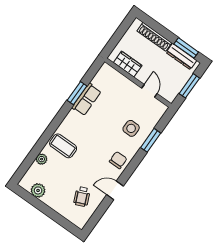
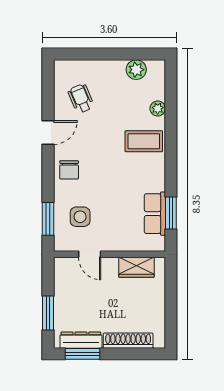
wardrobe: (128, 64) -> (137, 267), moved
wall: (138, 83) -> (109, 254), moved
door: (149, 91) -> (90, 254), moved

